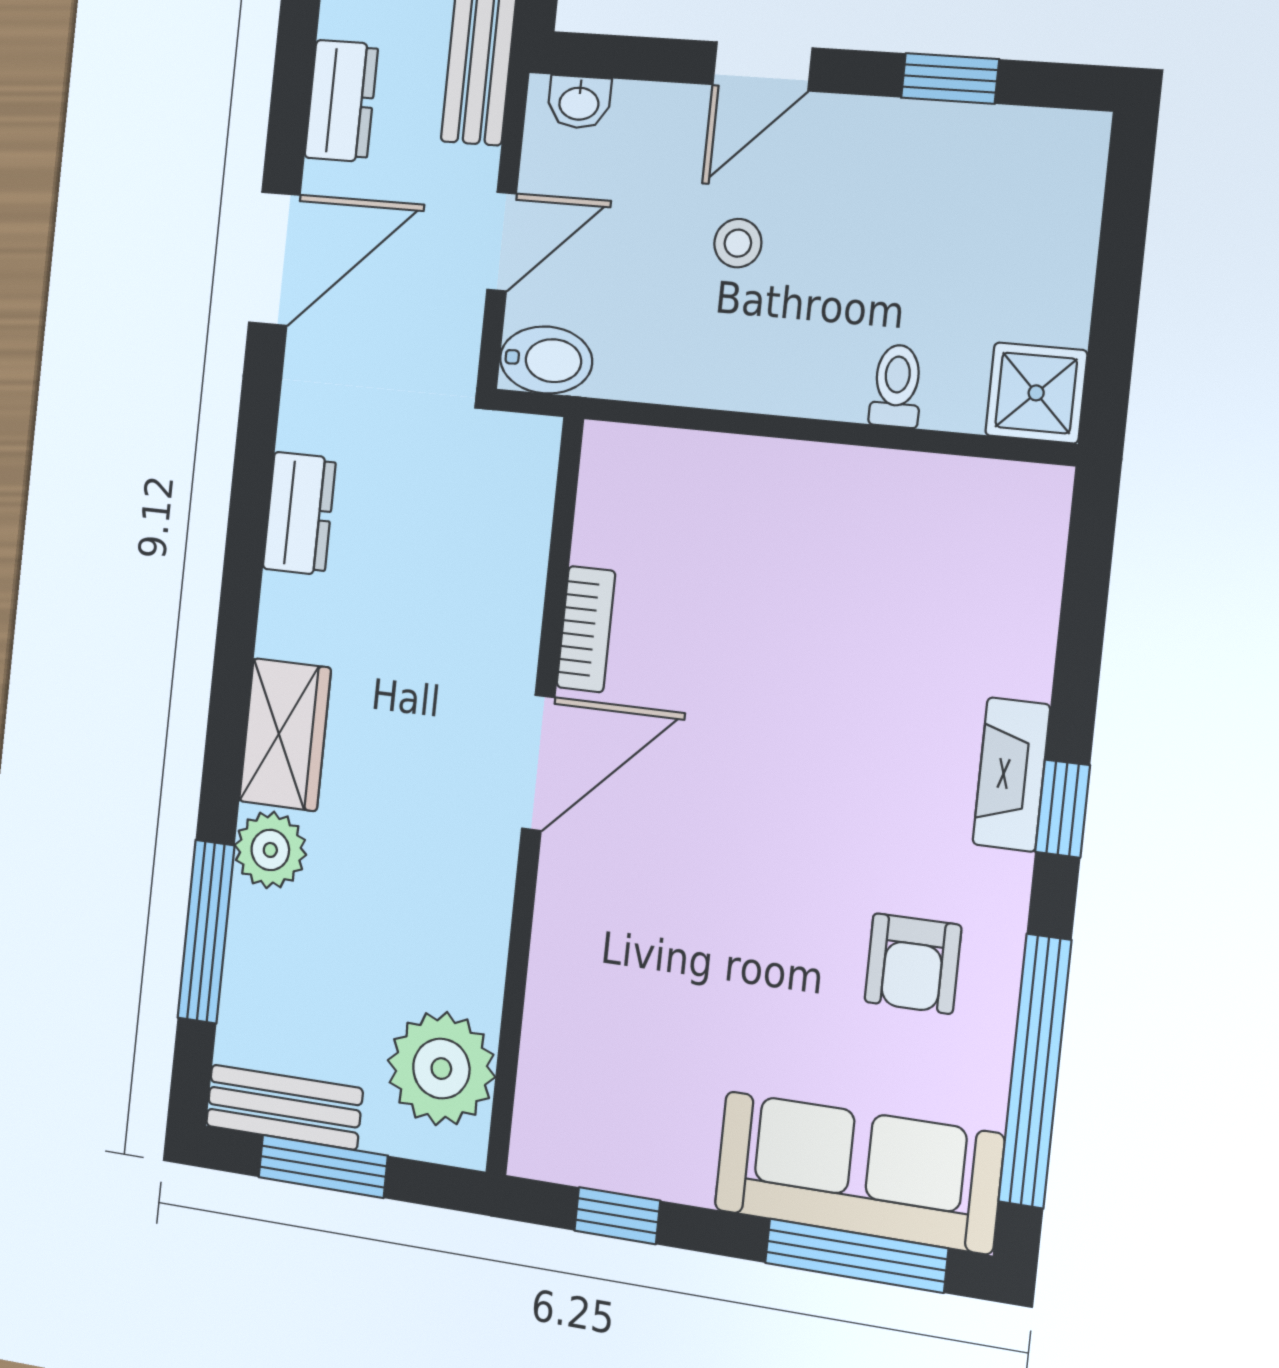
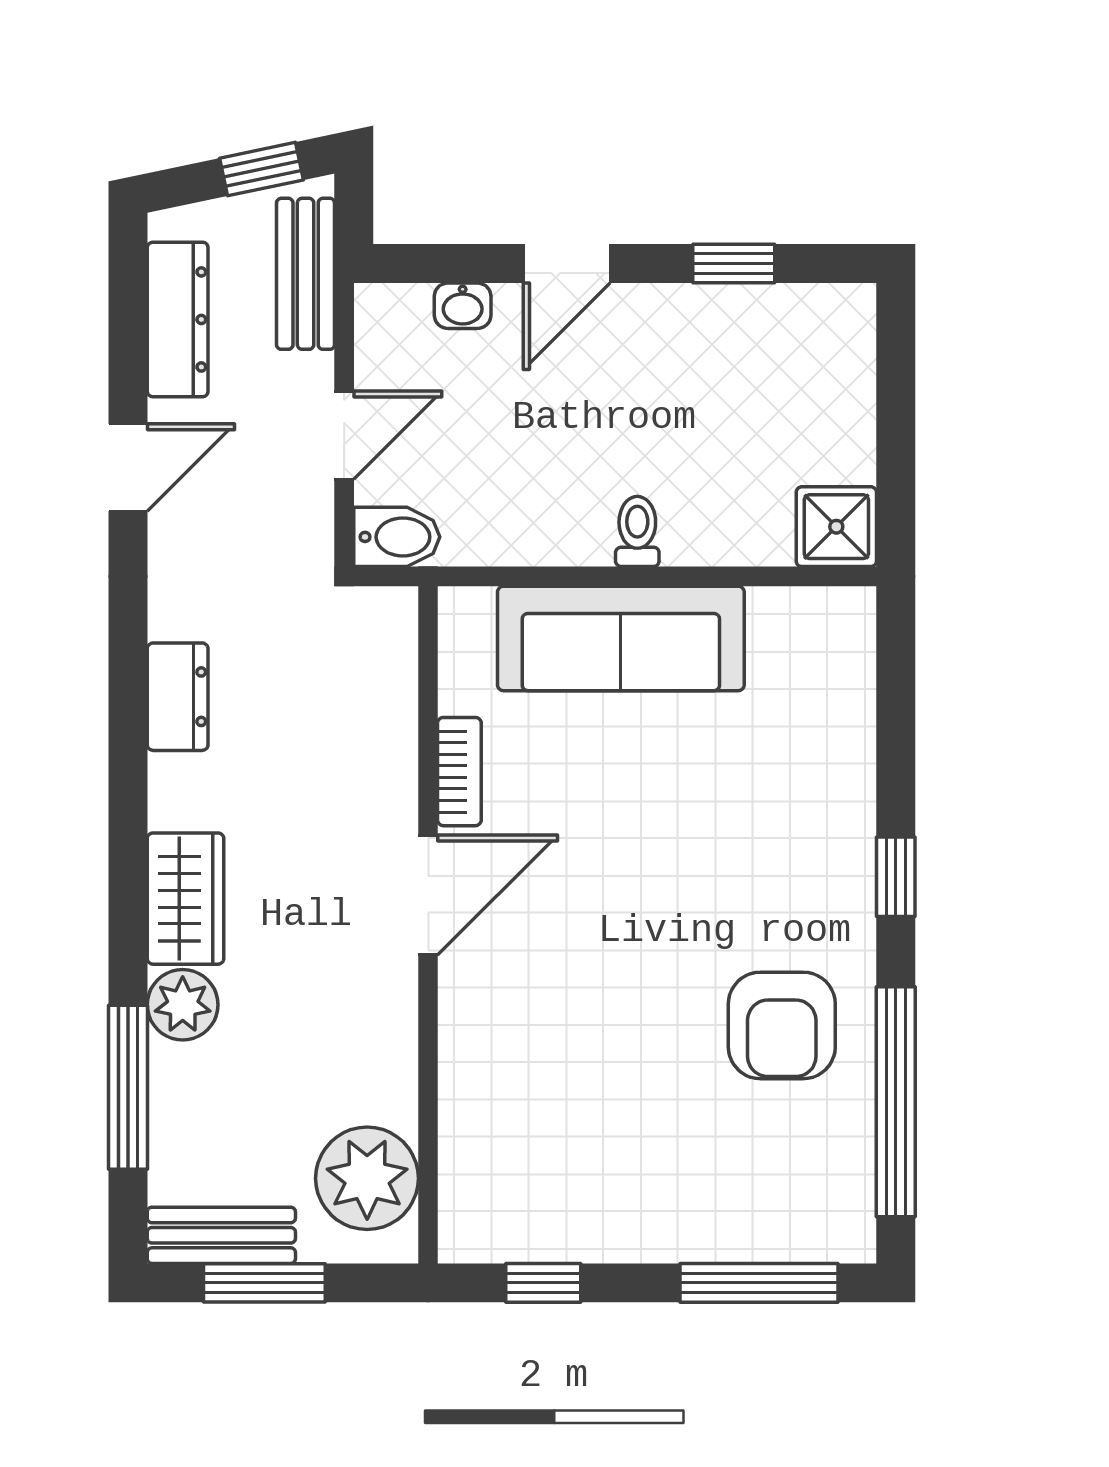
dresser: (341, 101) -> (178, 319), width x1.44
washbasin: (579, 102) -> (463, 306), moved
stool: (738, 243) -> (561, 420), removed
door: (274, 259) -> (128, 468), width x0.73
toilet: (897, 386) -> (637, 531), moved
fireplace: (1011, 775) -> (849, 853), removed
armchair: (913, 964) -> (782, 1025), width x1.38, depth x1.38
sofa: (858, 1172) -> (621, 638), moved, turned 180

